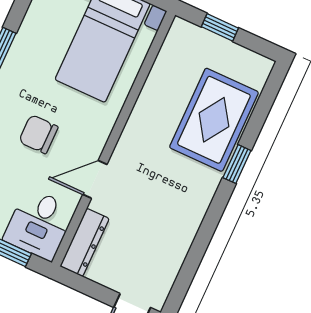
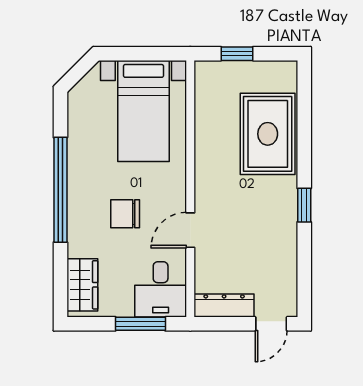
window: (237, 164) -> (304, 205), moved
dresser: (85, 242) -> (224, 306), moved, turned -90

